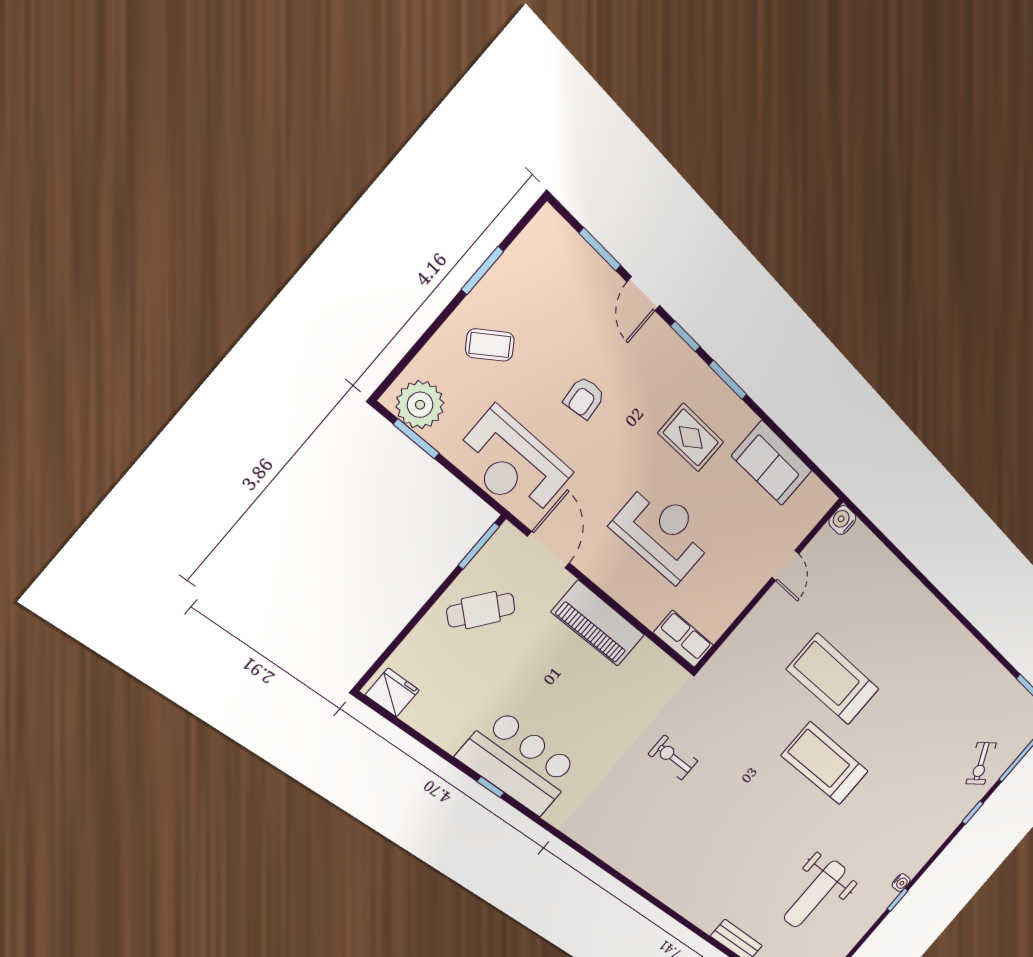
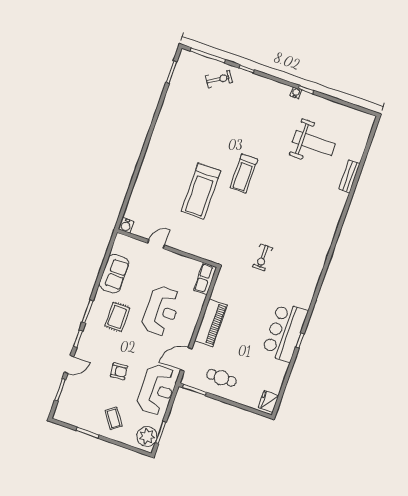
reception desk: (663, 533) -> (162, 311), turned 180
cafe table: (481, 610) -> (221, 378), turned -40
treadmill: (825, 763) -> (244, 173), width x0.73, depth x0.73

